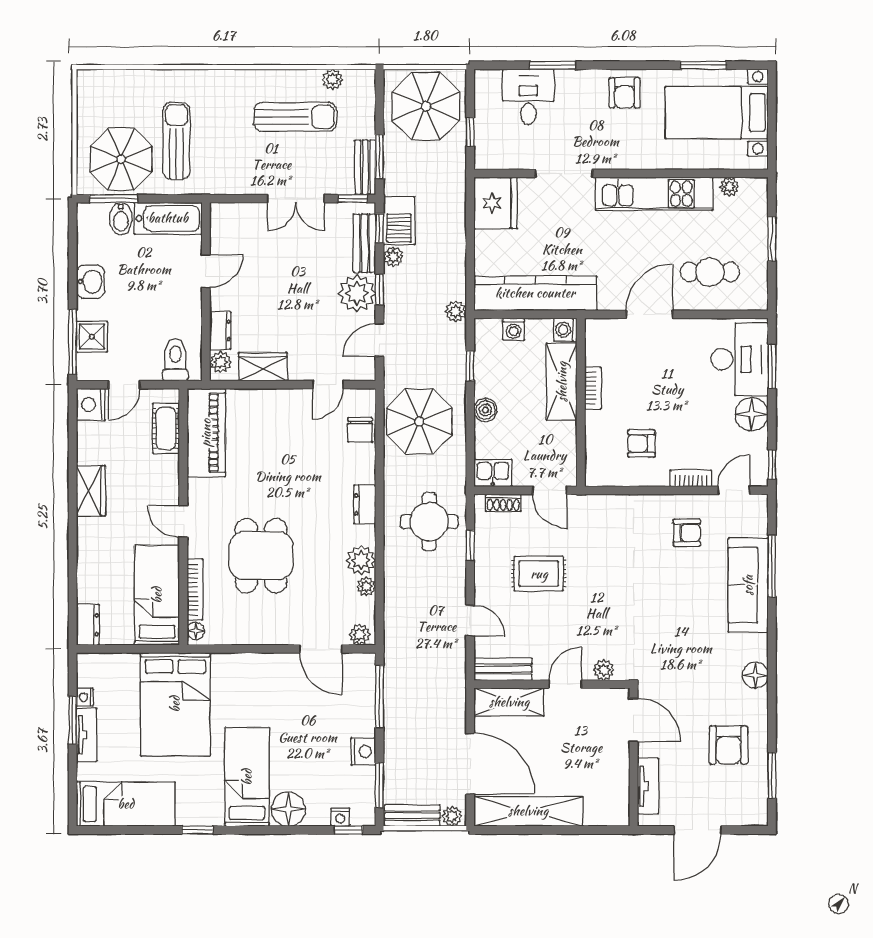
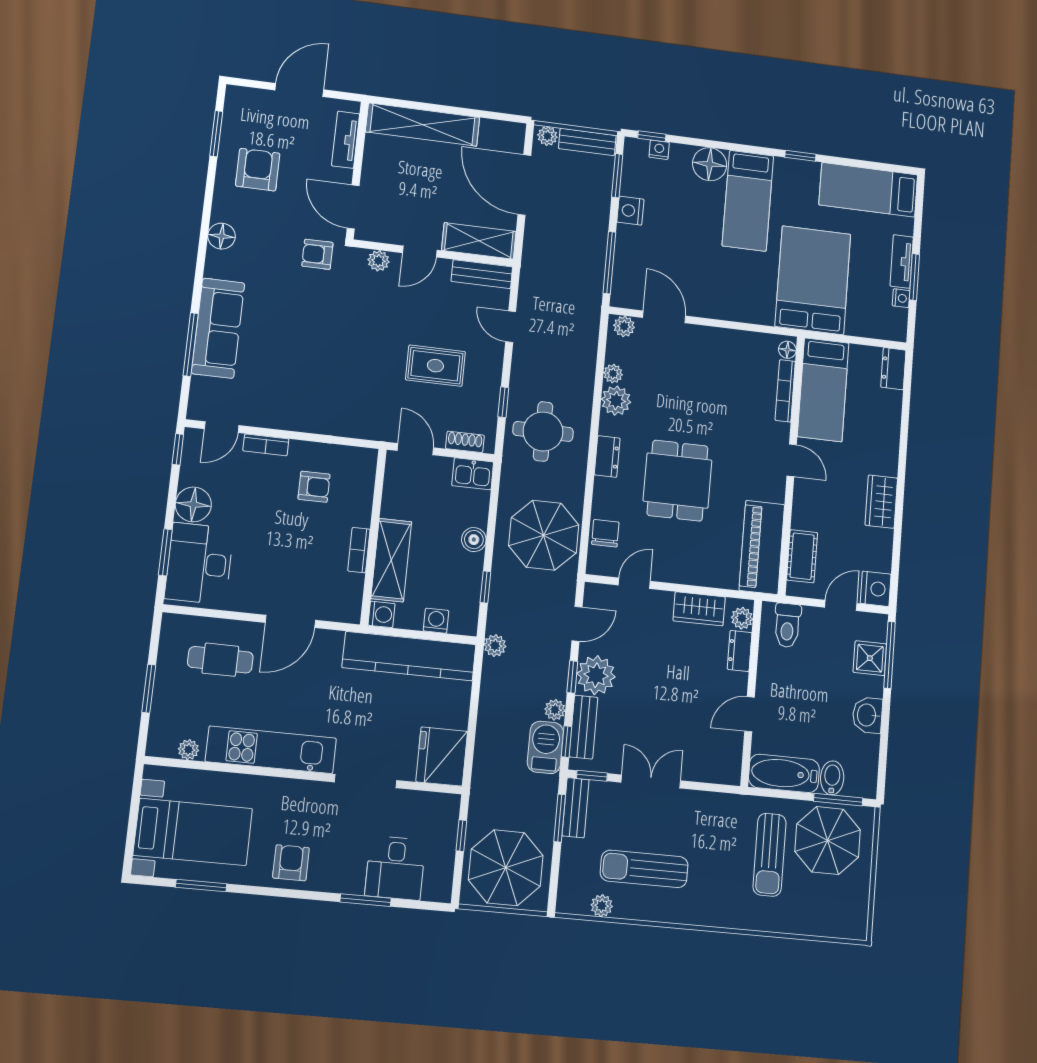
armchair: (687, 533) -> (317, 254), moved
dining table: (261, 556) -> (677, 481), moved
shelving: (528, 811) -> (423, 125), moved

